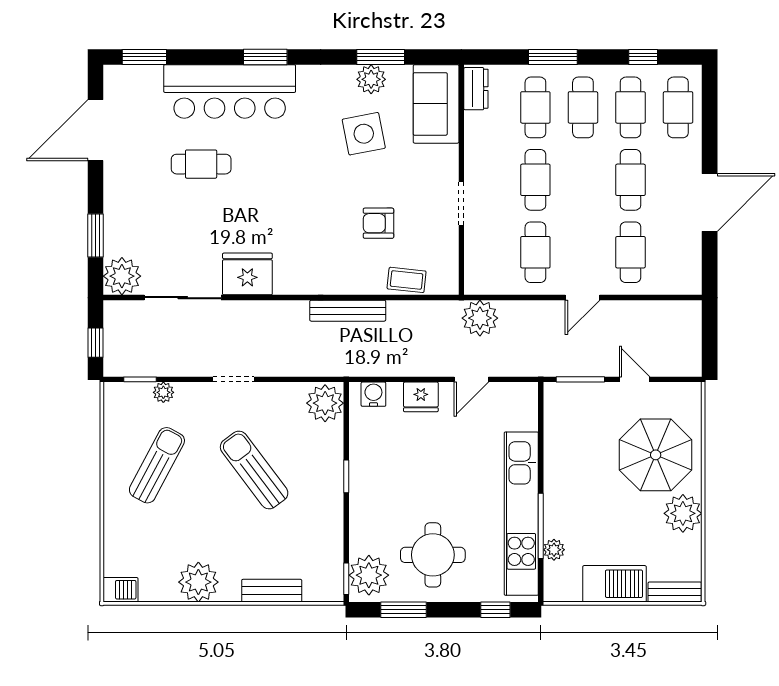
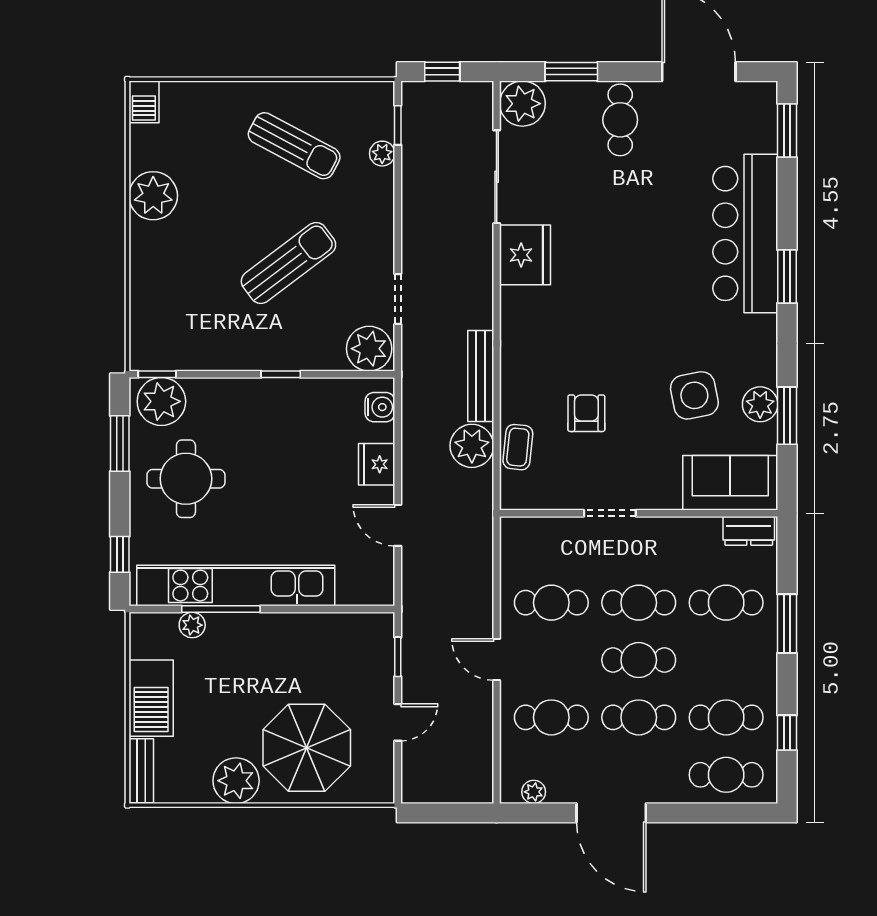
cafe table: (583, 107) -> (639, 660), moved
cafe table: (201, 164) -> (620, 120), moved
plant: (692, 267) -> (534, 792), added
plant: (480, 318) -> (472, 446), moved
doorway: (234, 379) -> (398, 299), moved
window: (580, 379) -> (398, 657), width x0.67
bench: (272, 591) -> (143, 284), removed

